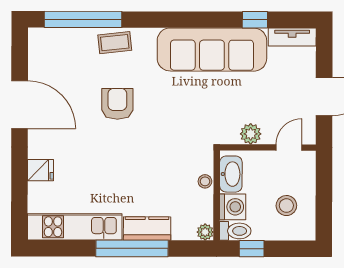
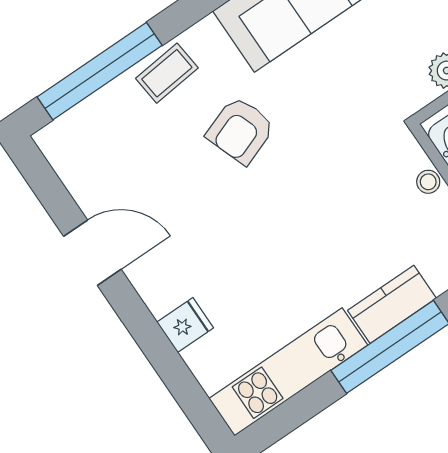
armchair: (117, 104) -> (241, 130), moved, turned -110
door: (20, 105) -> (92, 253), width x0.73

